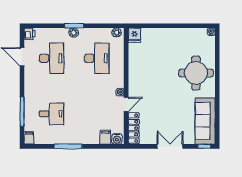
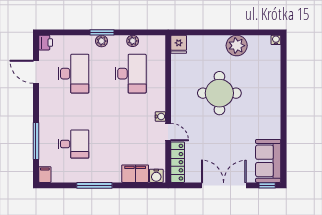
plant: (117, 32) -> (133, 41), moved
plant: (180, 36) -> (237, 46), added
round table: (196, 73) -> (219, 93), moved
door: (126, 104) -> (168, 132), hinge flipped
sofa: (205, 121) -> (268, 161), width x0.73
filing cabinet: (105, 137) -> (135, 174), width x2.00
double door: (170, 146) -> (224, 185), width x1.37

